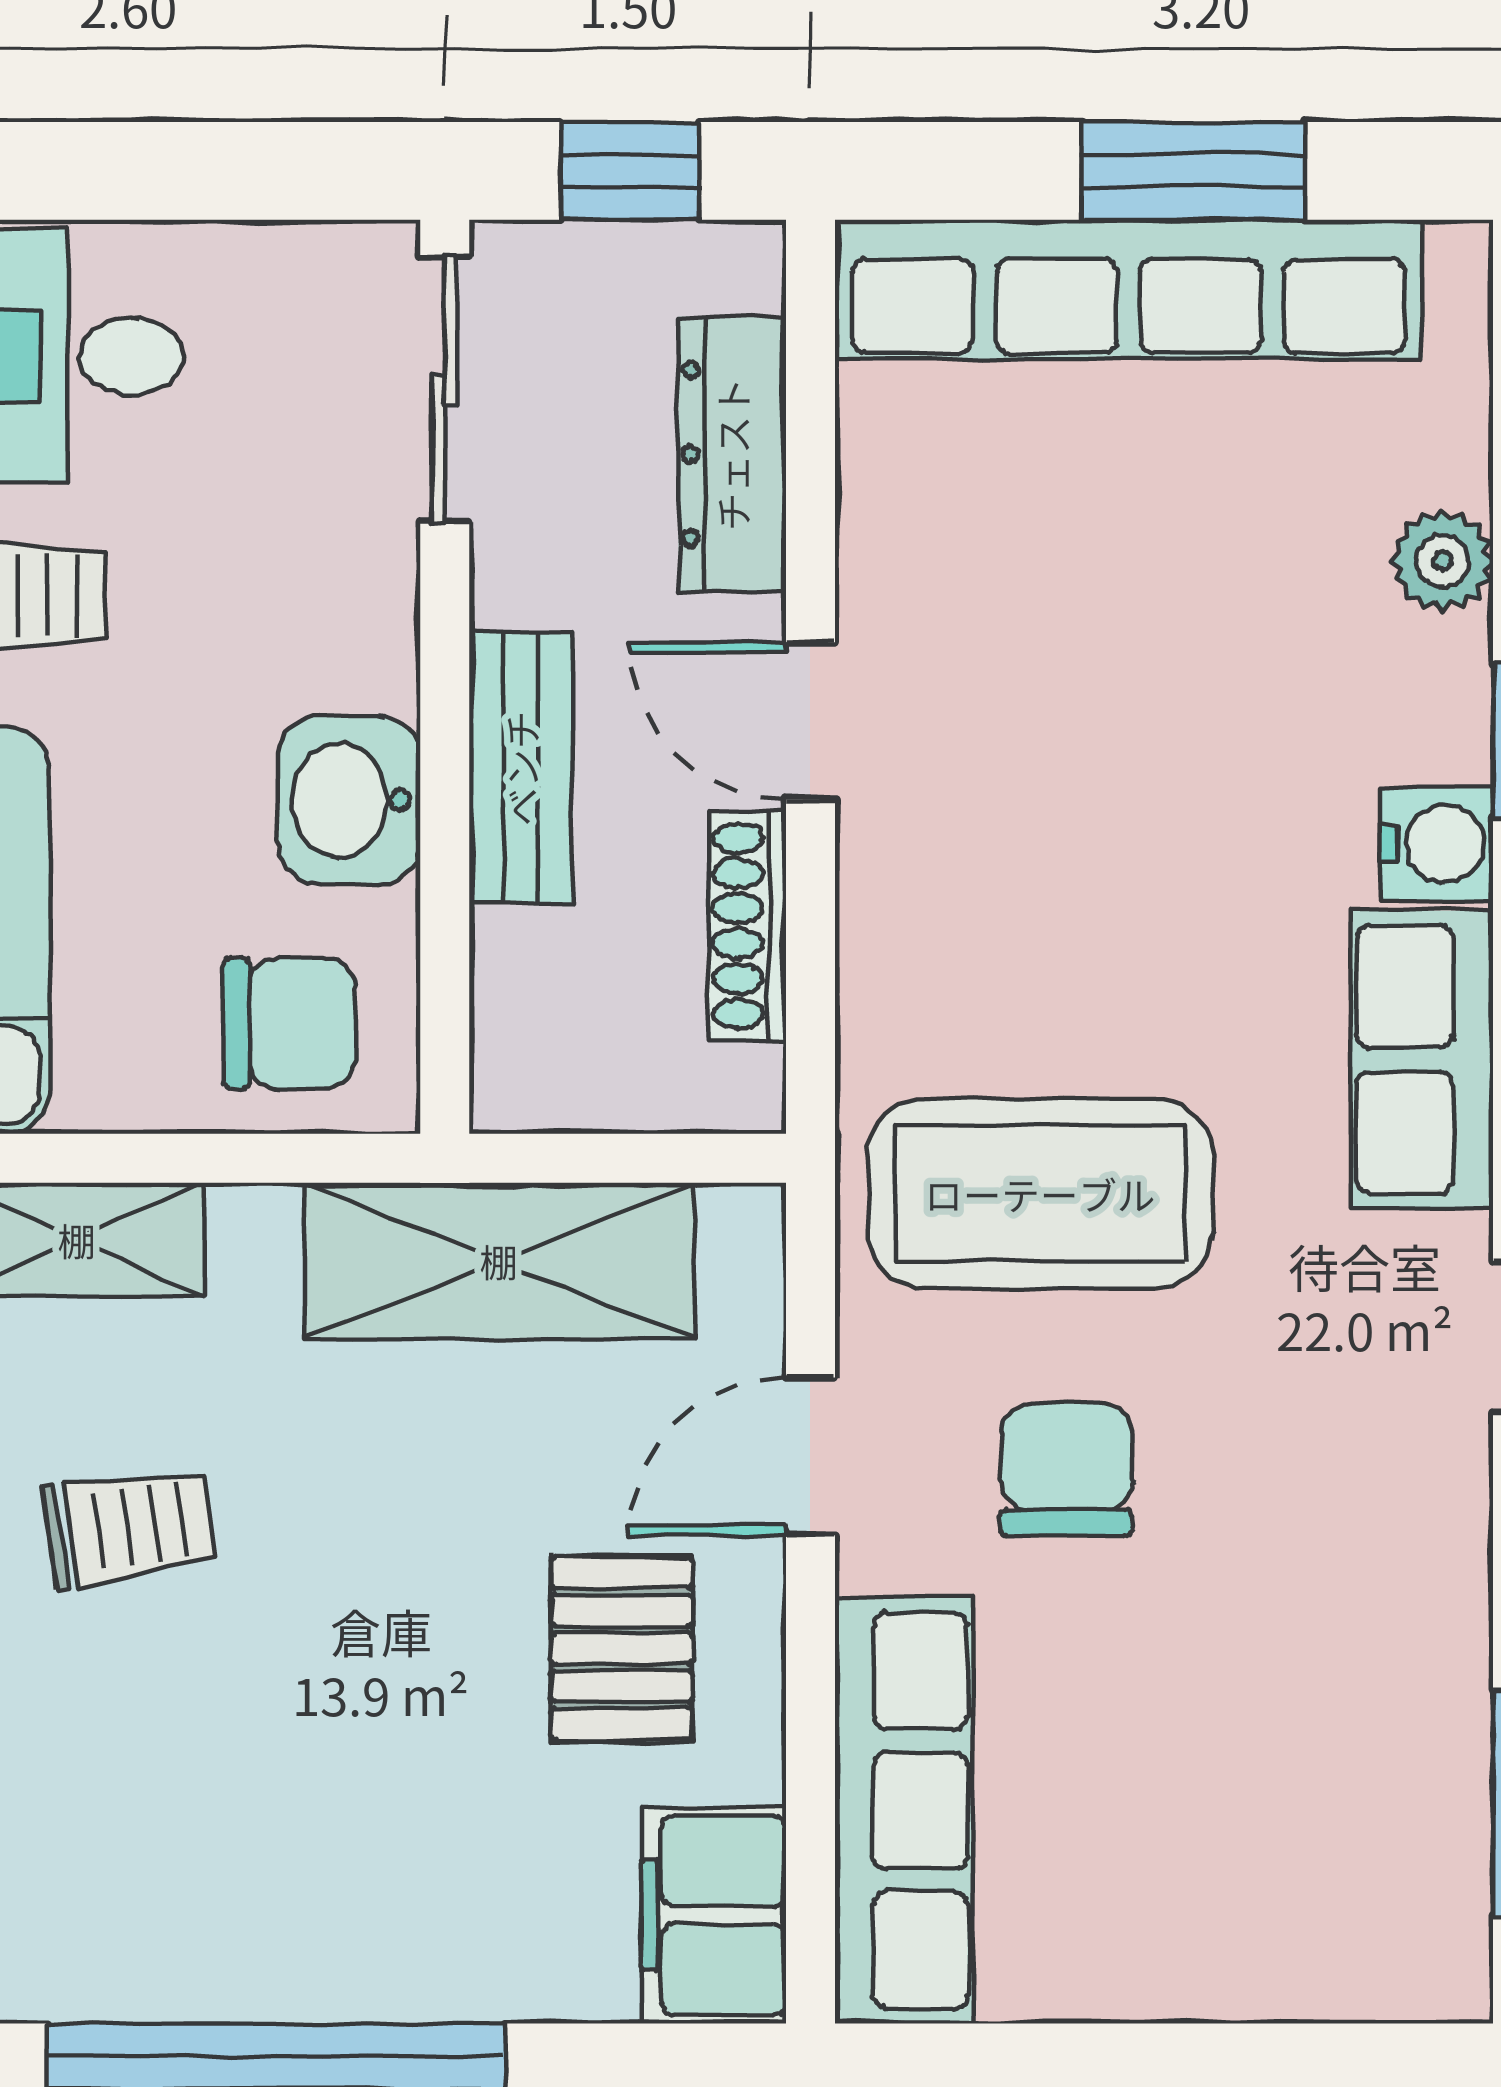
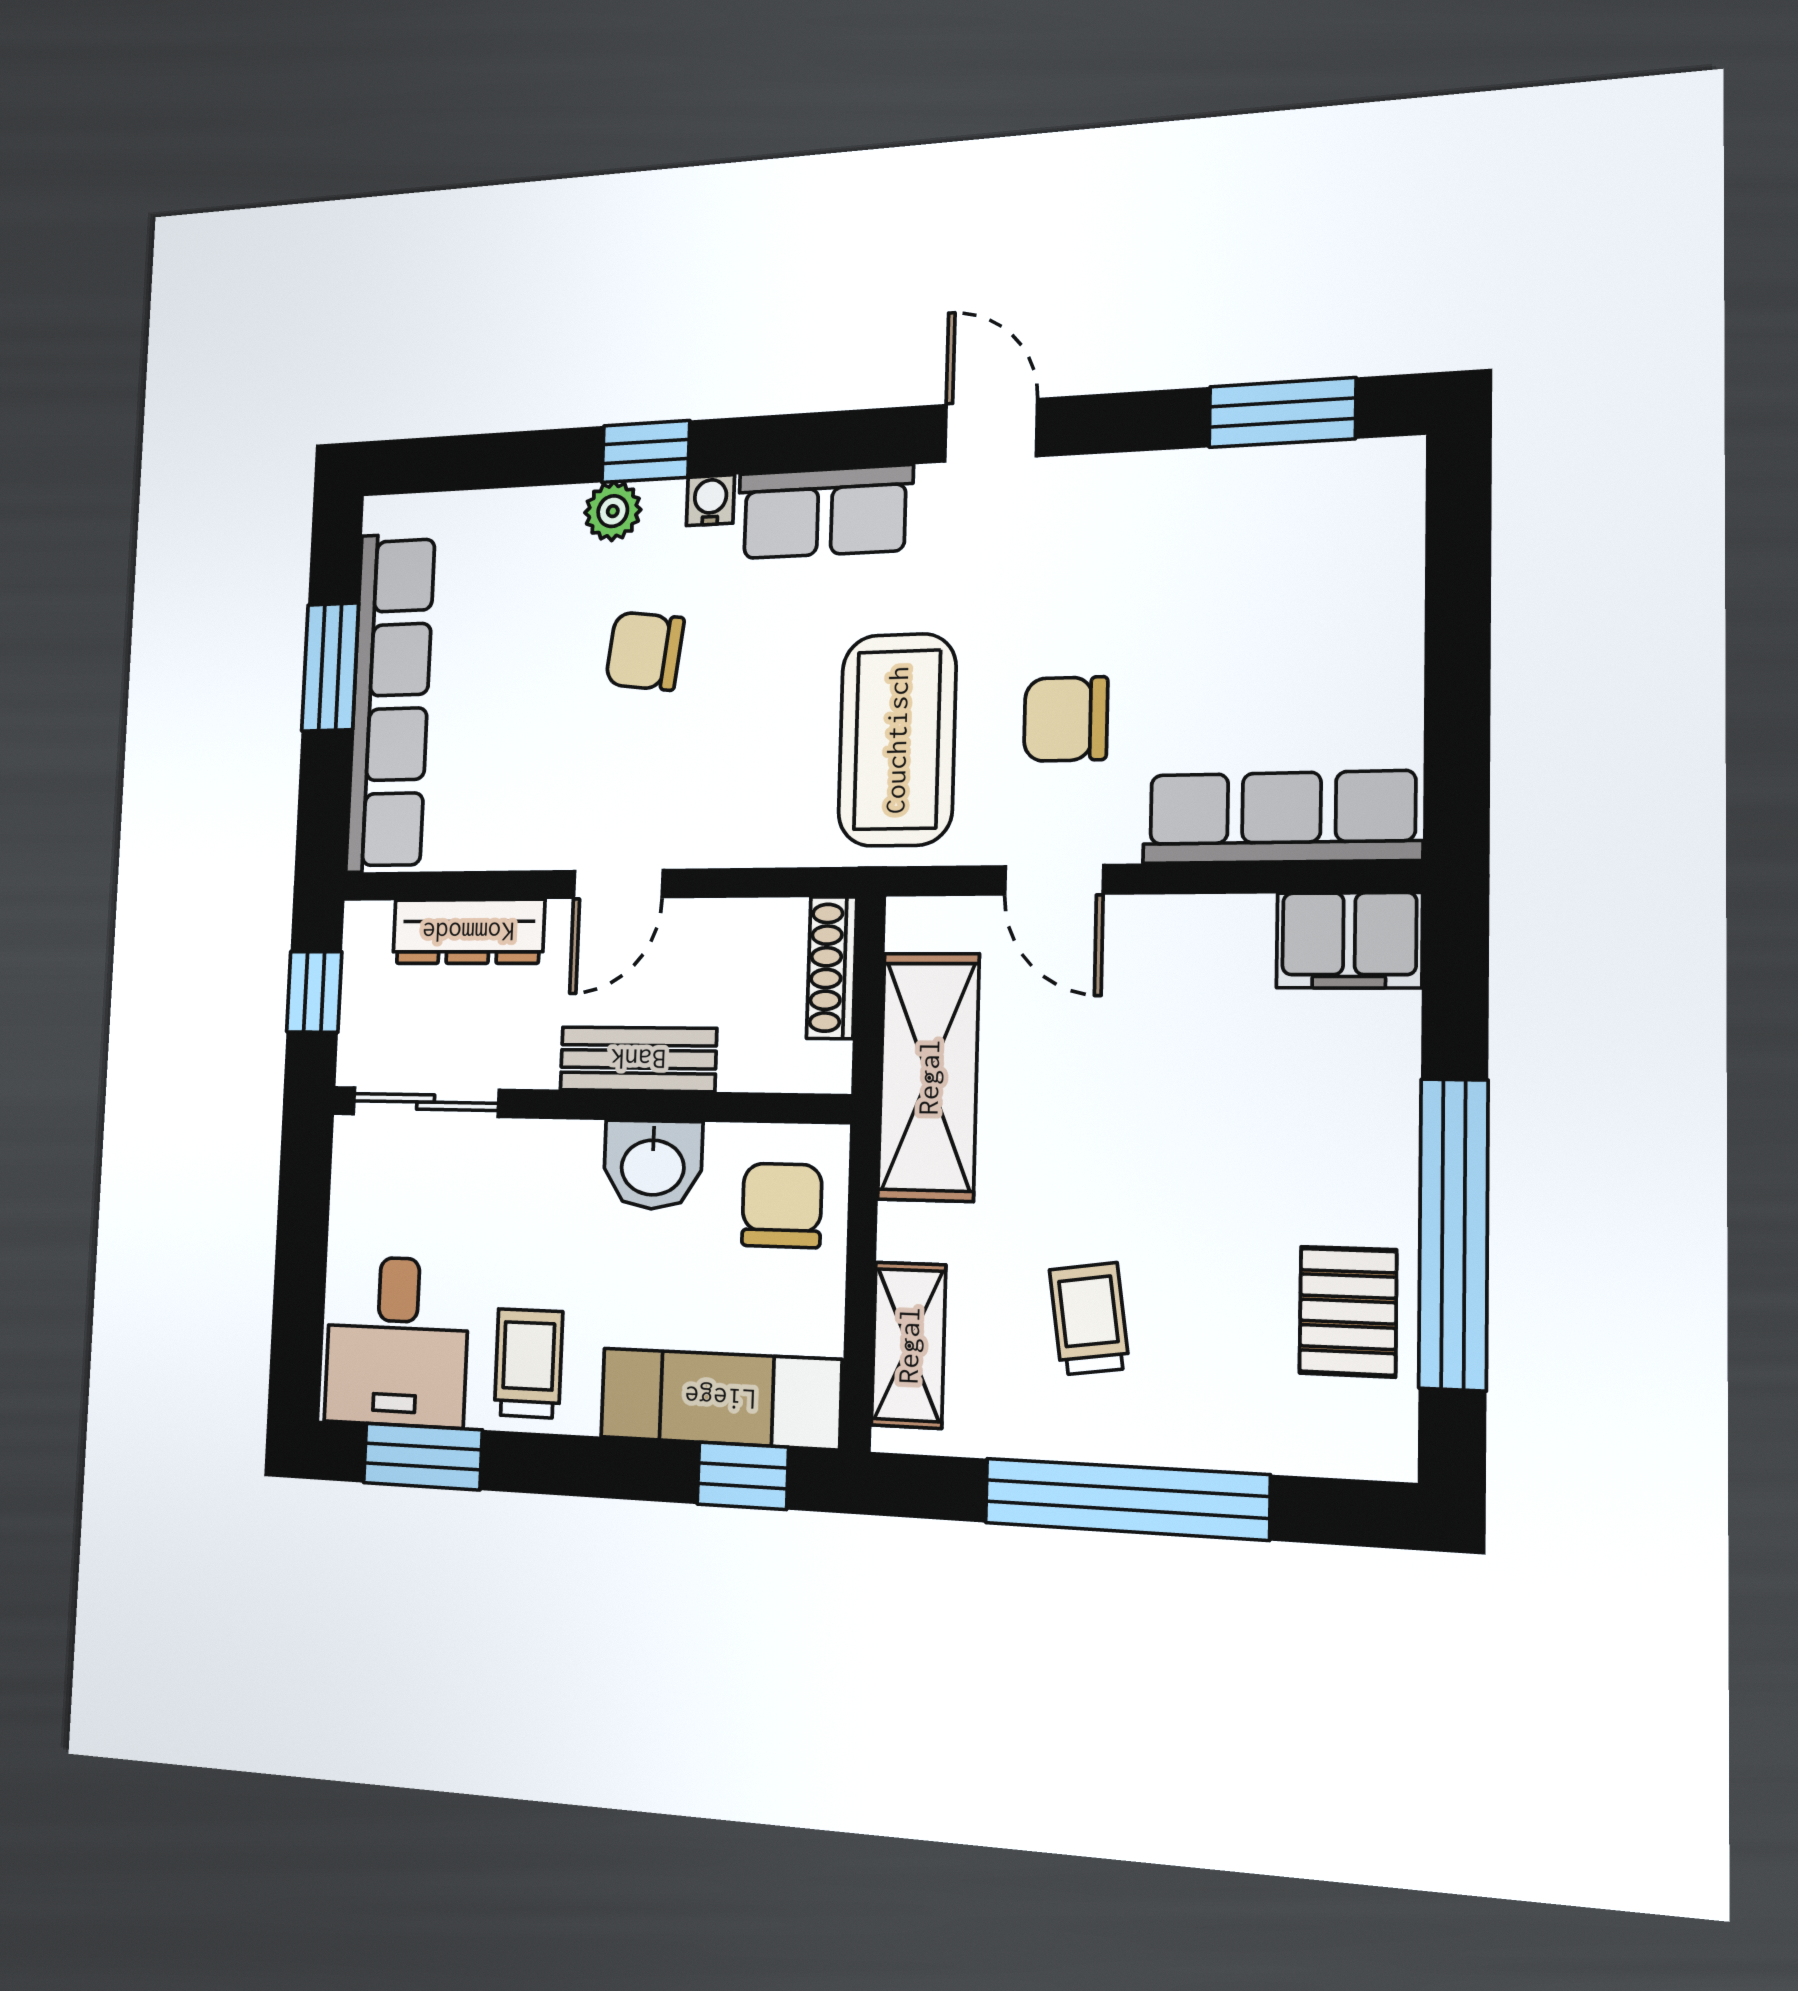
plant: (1442, 561) -> (613, 511), moved
chair: (1201, 753) -> (645, 651), added
water cooler: (1436, 844) -> (710, 500), width x0.72, depth x0.72
shoe rack: (747, 926) -> (832, 968), moved, turned 90
pallet: (622, 1648) -> (1348, 1312), moved, turned 90

